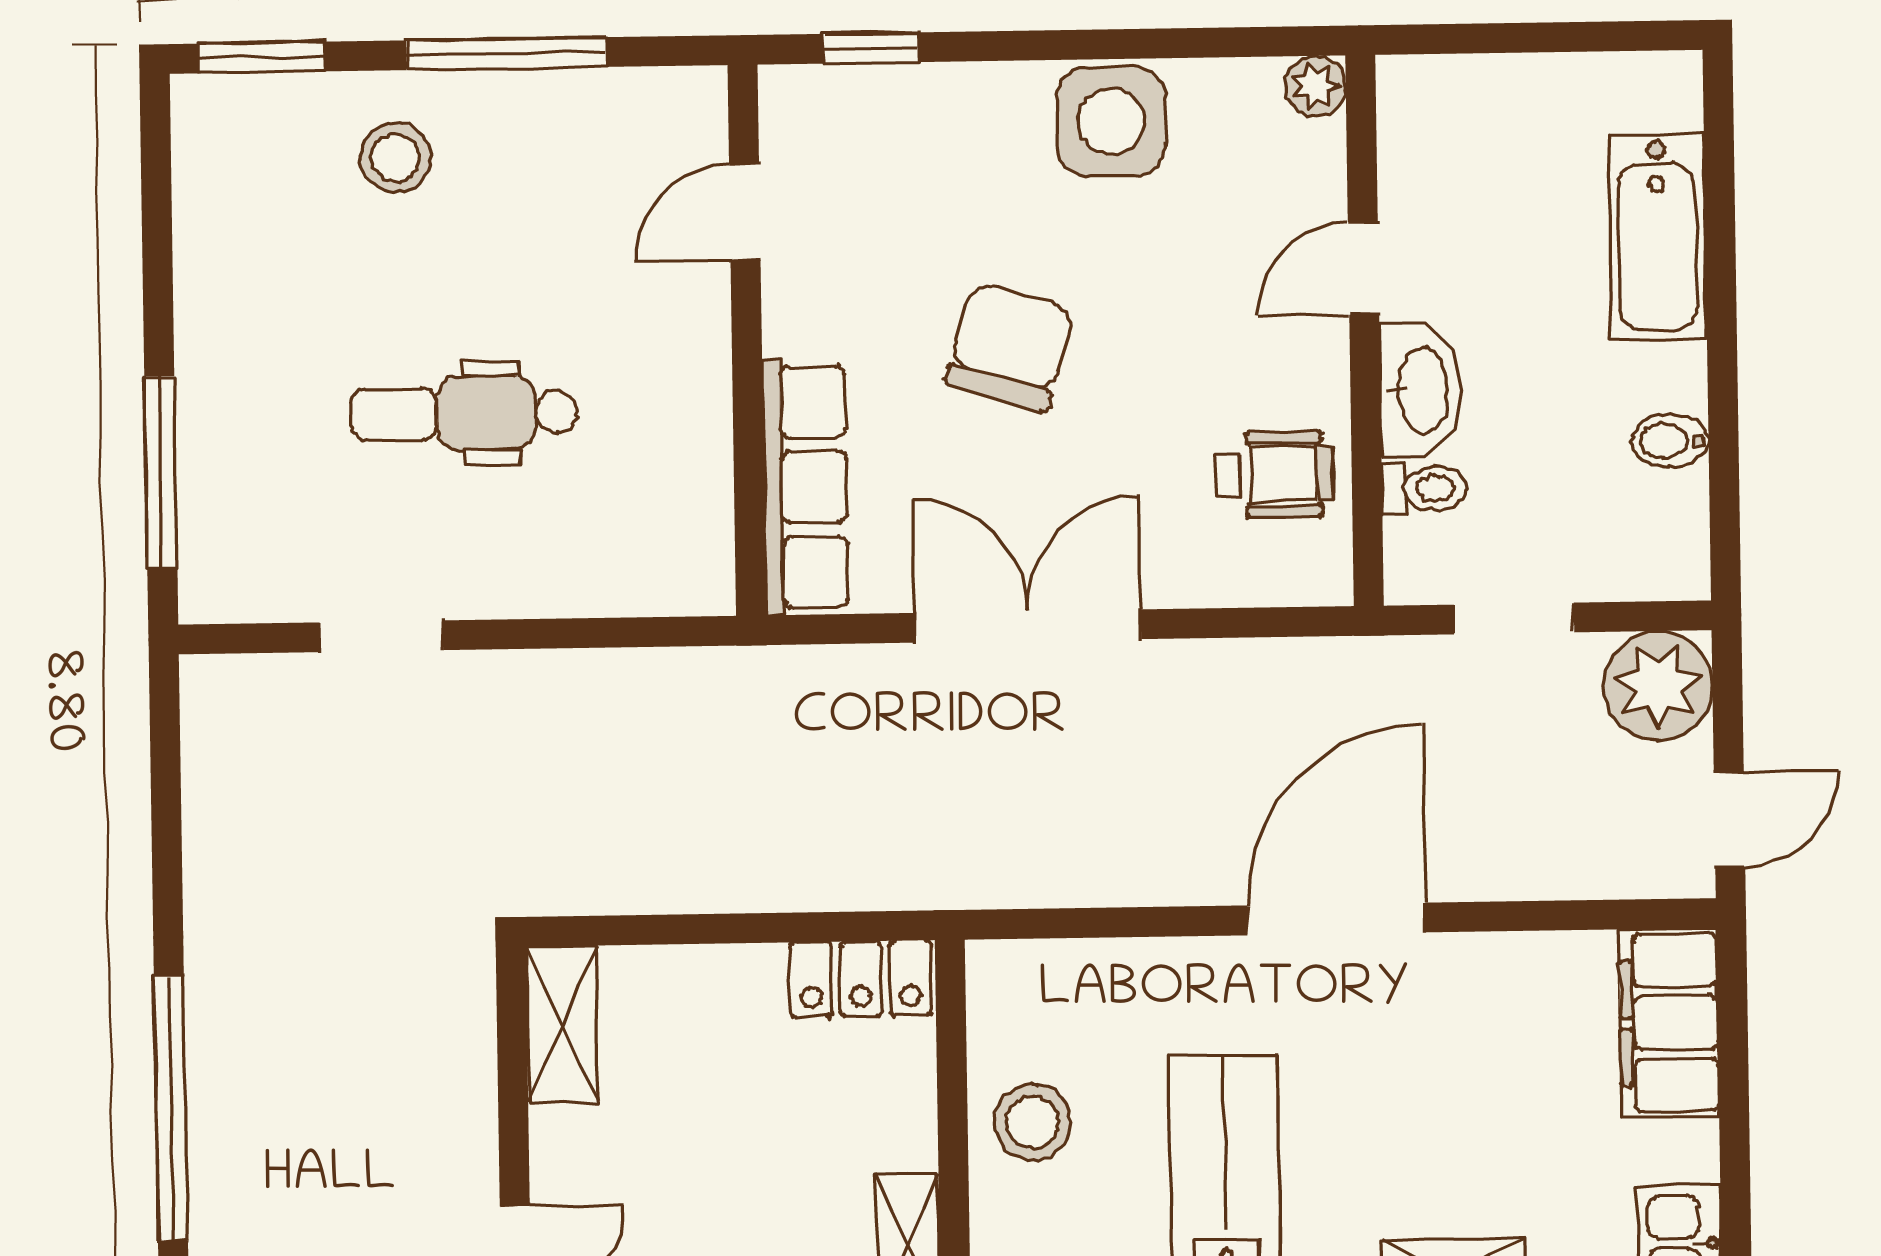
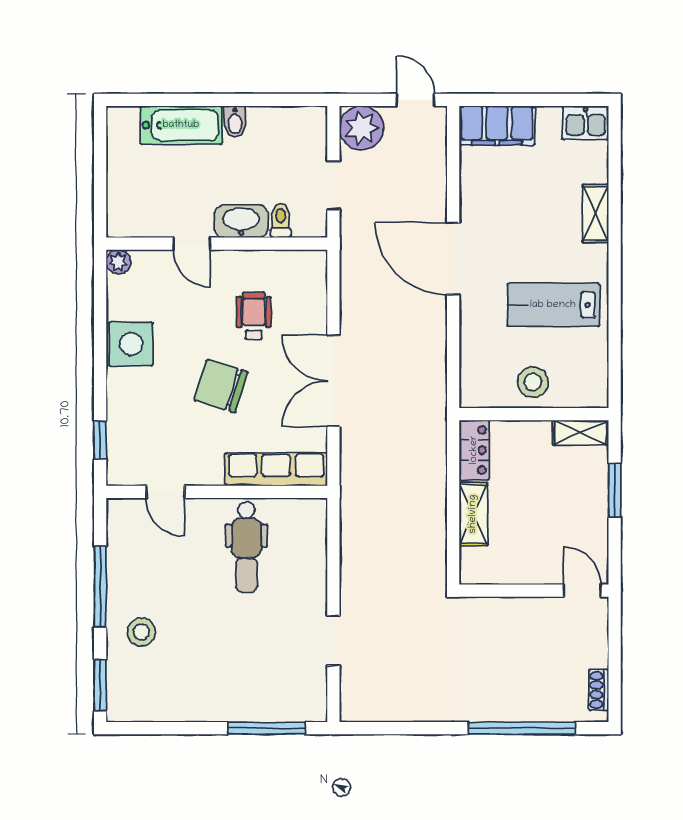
dental chair: (464, 413) -> (247, 547), moved
bidet: (1670, 441) -> (235, 122), moved
wheelchair: (1275, 474) -> (254, 316), moved
shelving: (562, 1025) -> (473, 514), moved, turned 90

